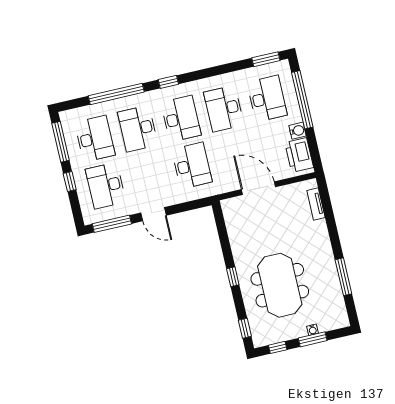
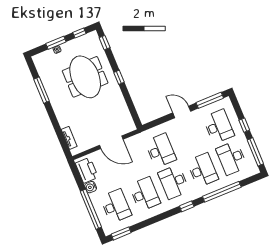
desk: (267, 99) -> (116, 206), turned 180
desk: (192, 166) -> (161, 150), turned 180

